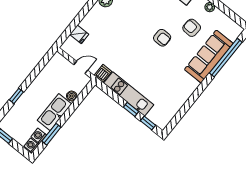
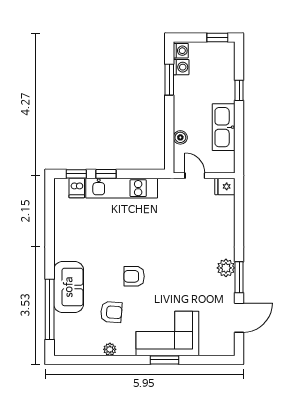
fridge: (79, 34) -> (225, 186), moved
sofa: (209, 57) -> (69, 287), width x0.73
door: (81, 67) -> (195, 176), swing flipped
dishwasher: (103, 73) -> (77, 188), moved
kitchen sink: (54, 112) -> (224, 127), moved, turned 180

